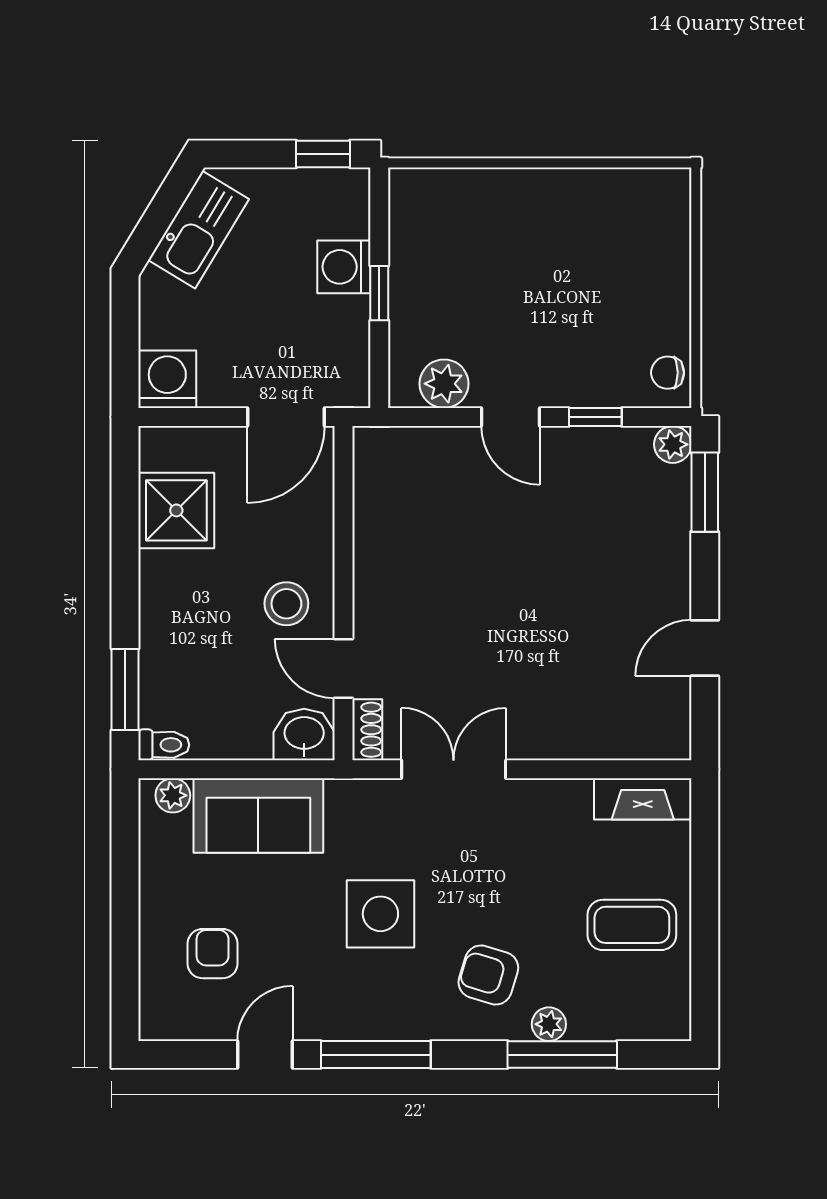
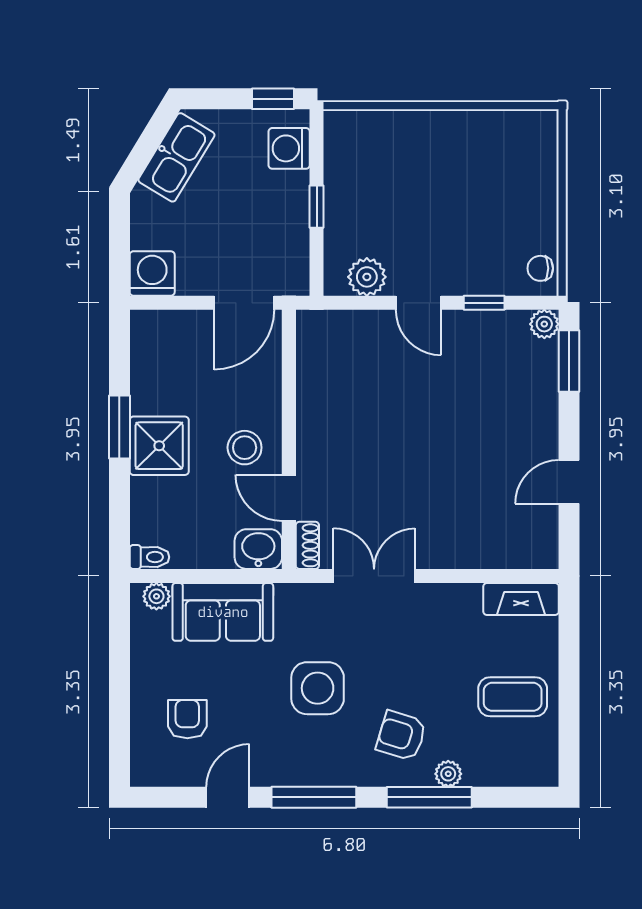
washing machine: (344, 267) -> (289, 148), moved
shower: (176, 510) -> (159, 446), moved
window: (125, 689) -> (119, 427), moved
window: (562, 1055) -> (429, 797), moved

